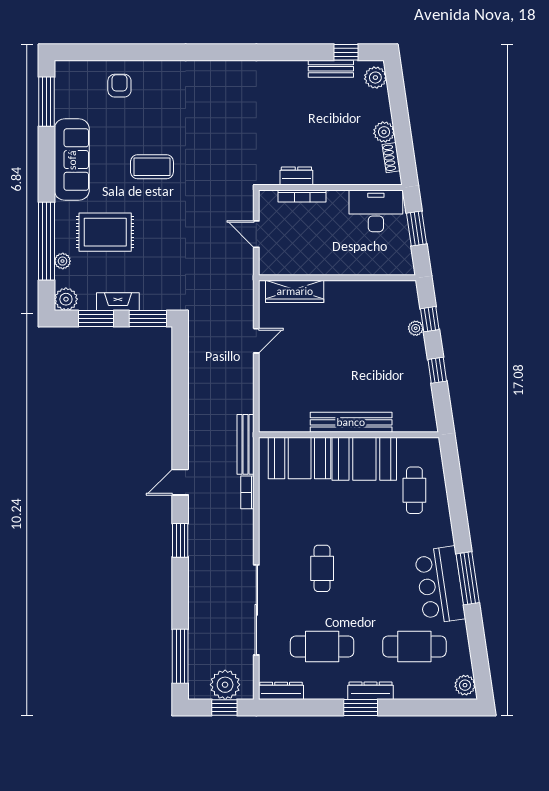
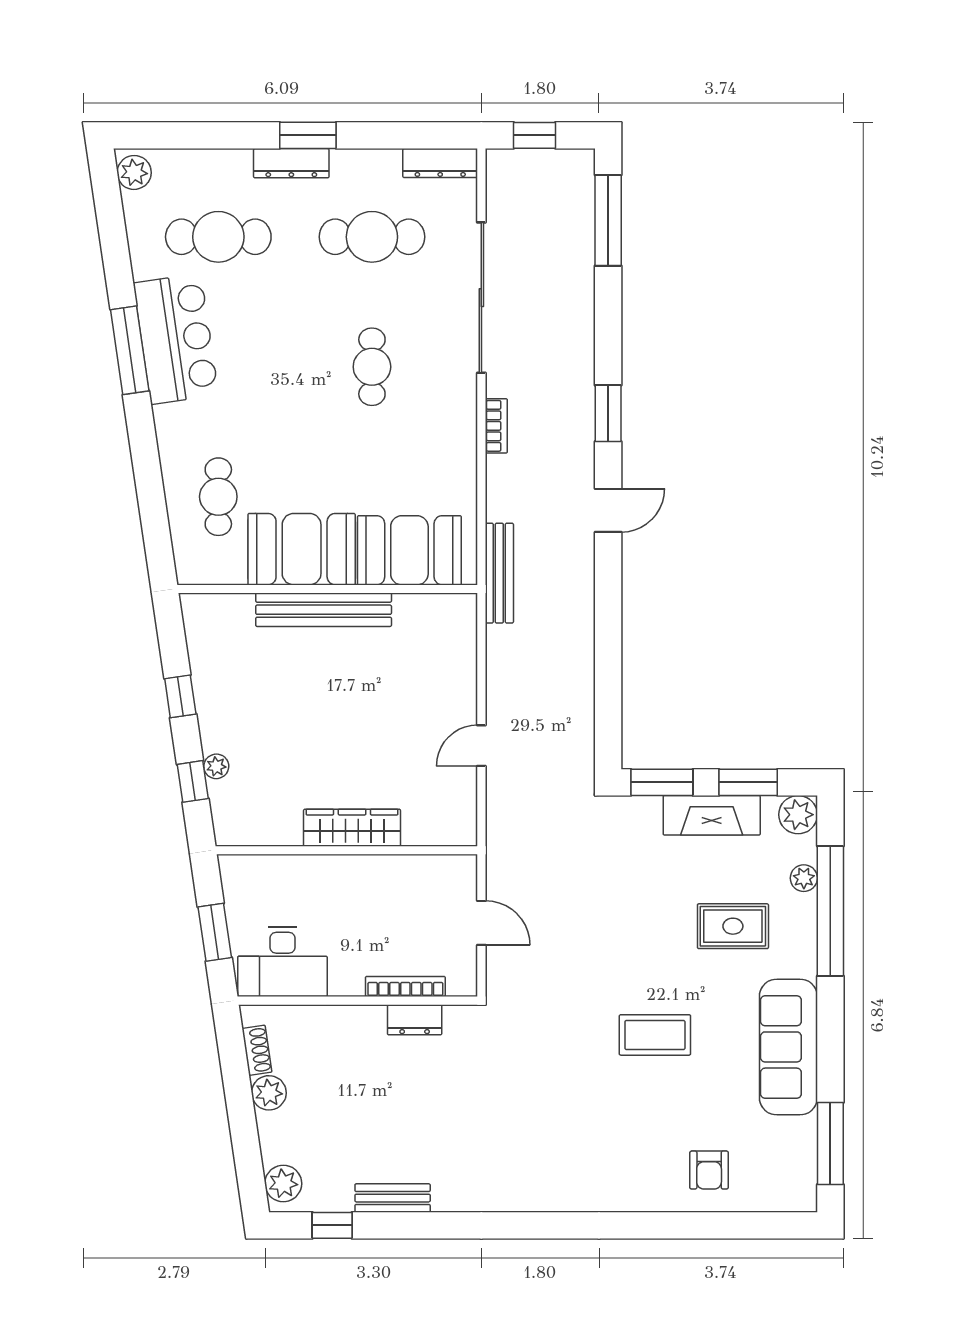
bench: (331, 69) -> (393, 1198), moved
rug: (105, 232) -> (733, 926), width x0.73, depth x0.70
wardrobe: (295, 291) -> (352, 828), moved
fireplace: (118, 302) -> (712, 815), width x1.37, depth x1.32
bookcase: (247, 492) -> (496, 426), moved
plant: (225, 685) -> (533, 173), removed

